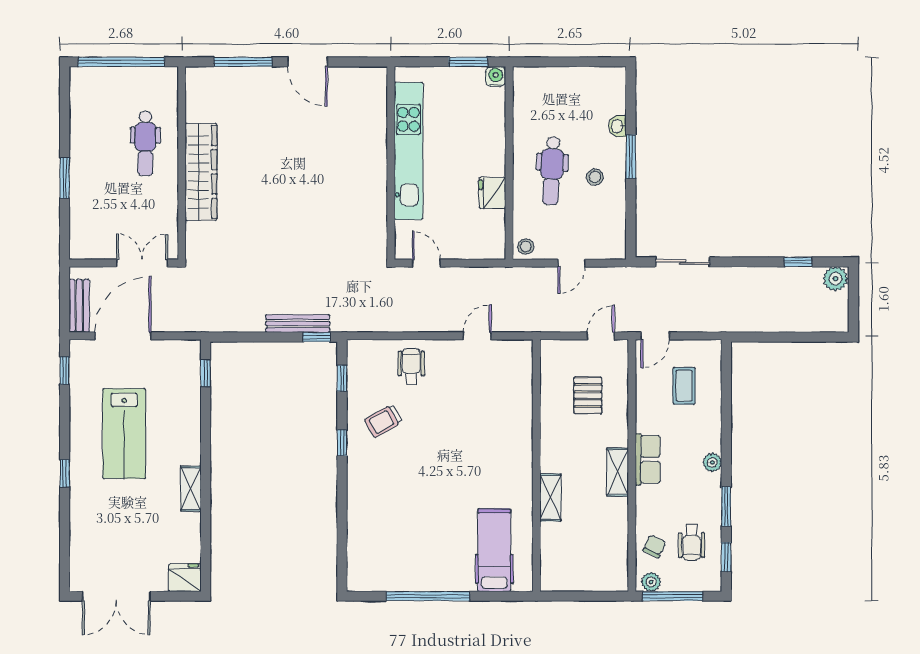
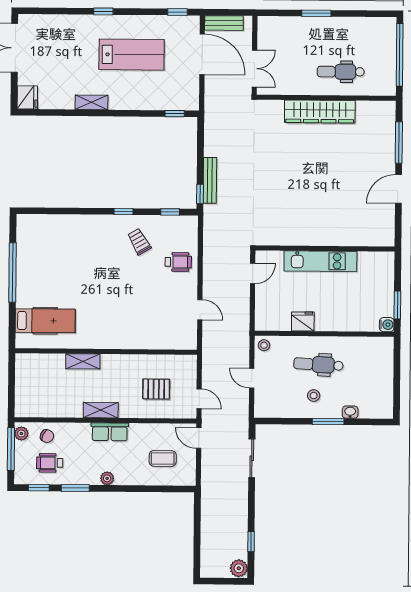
kitchen unit: (408, 151) -> (320, 261), width x0.73
lab bench: (124, 434) -> (132, 55), turned 180

